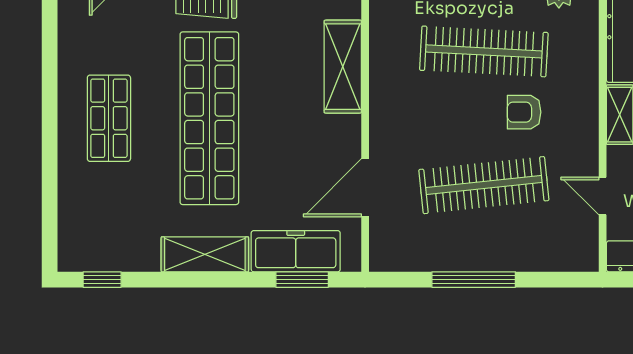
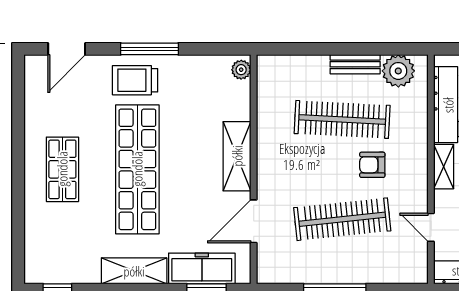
shelving: (343, 67) -> (237, 156), moved

